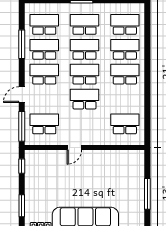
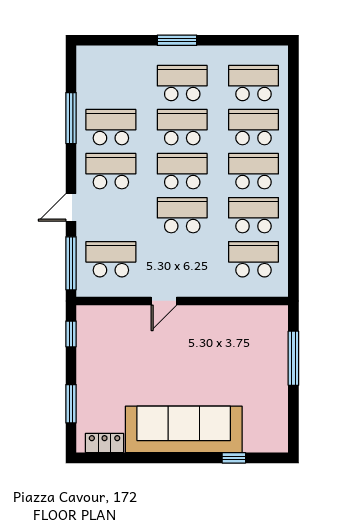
school desk: (44, 24) -> (253, 215), moved
window: (147, 194) -> (293, 358), moved

